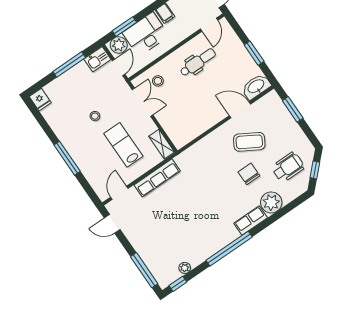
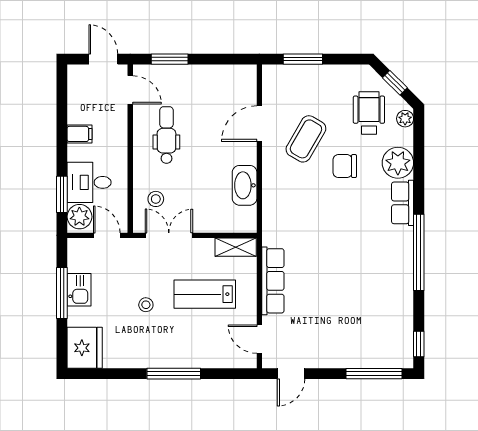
desk: (146, 34) -> (89, 182), width x0.73
window: (254, 53) -> (170, 59), moved
kitchen sink: (97, 59) -> (79, 290), moved
washbasin: (256, 87) -> (245, 185), moved
fridge: (40, 100) -> (85, 348), width x1.88, depth x1.34
plant: (185, 268) -> (405, 119), moved

